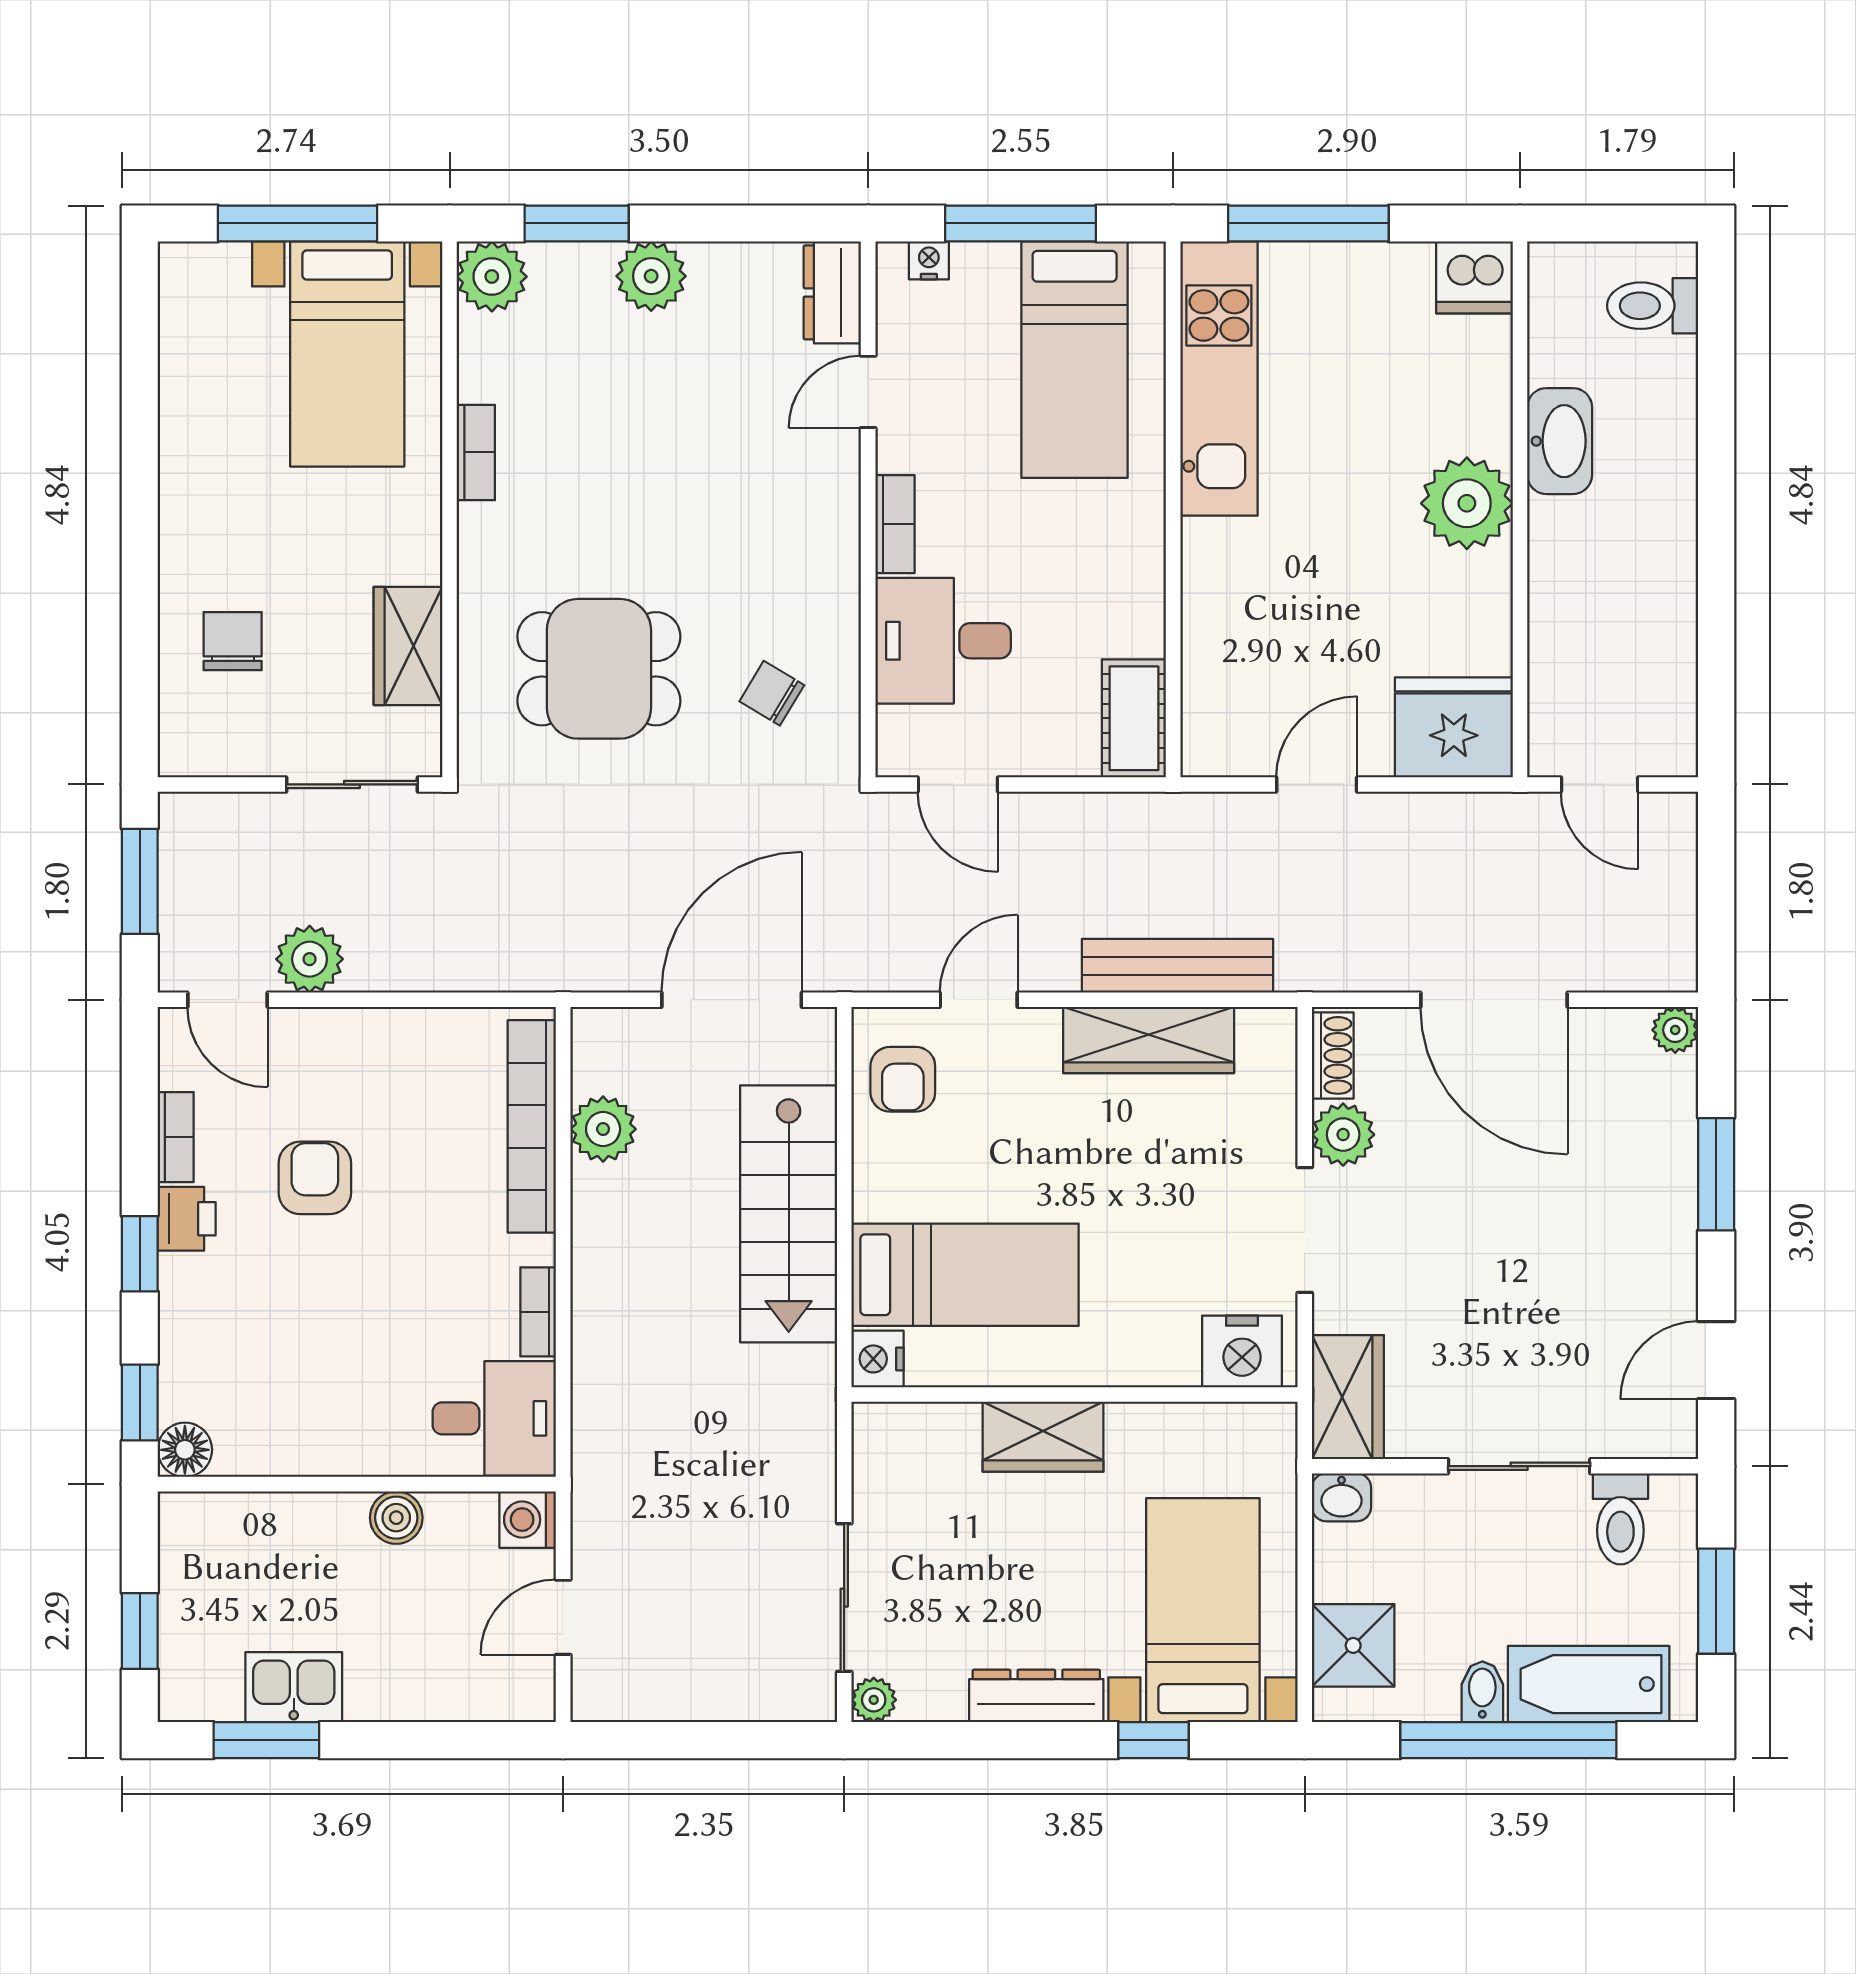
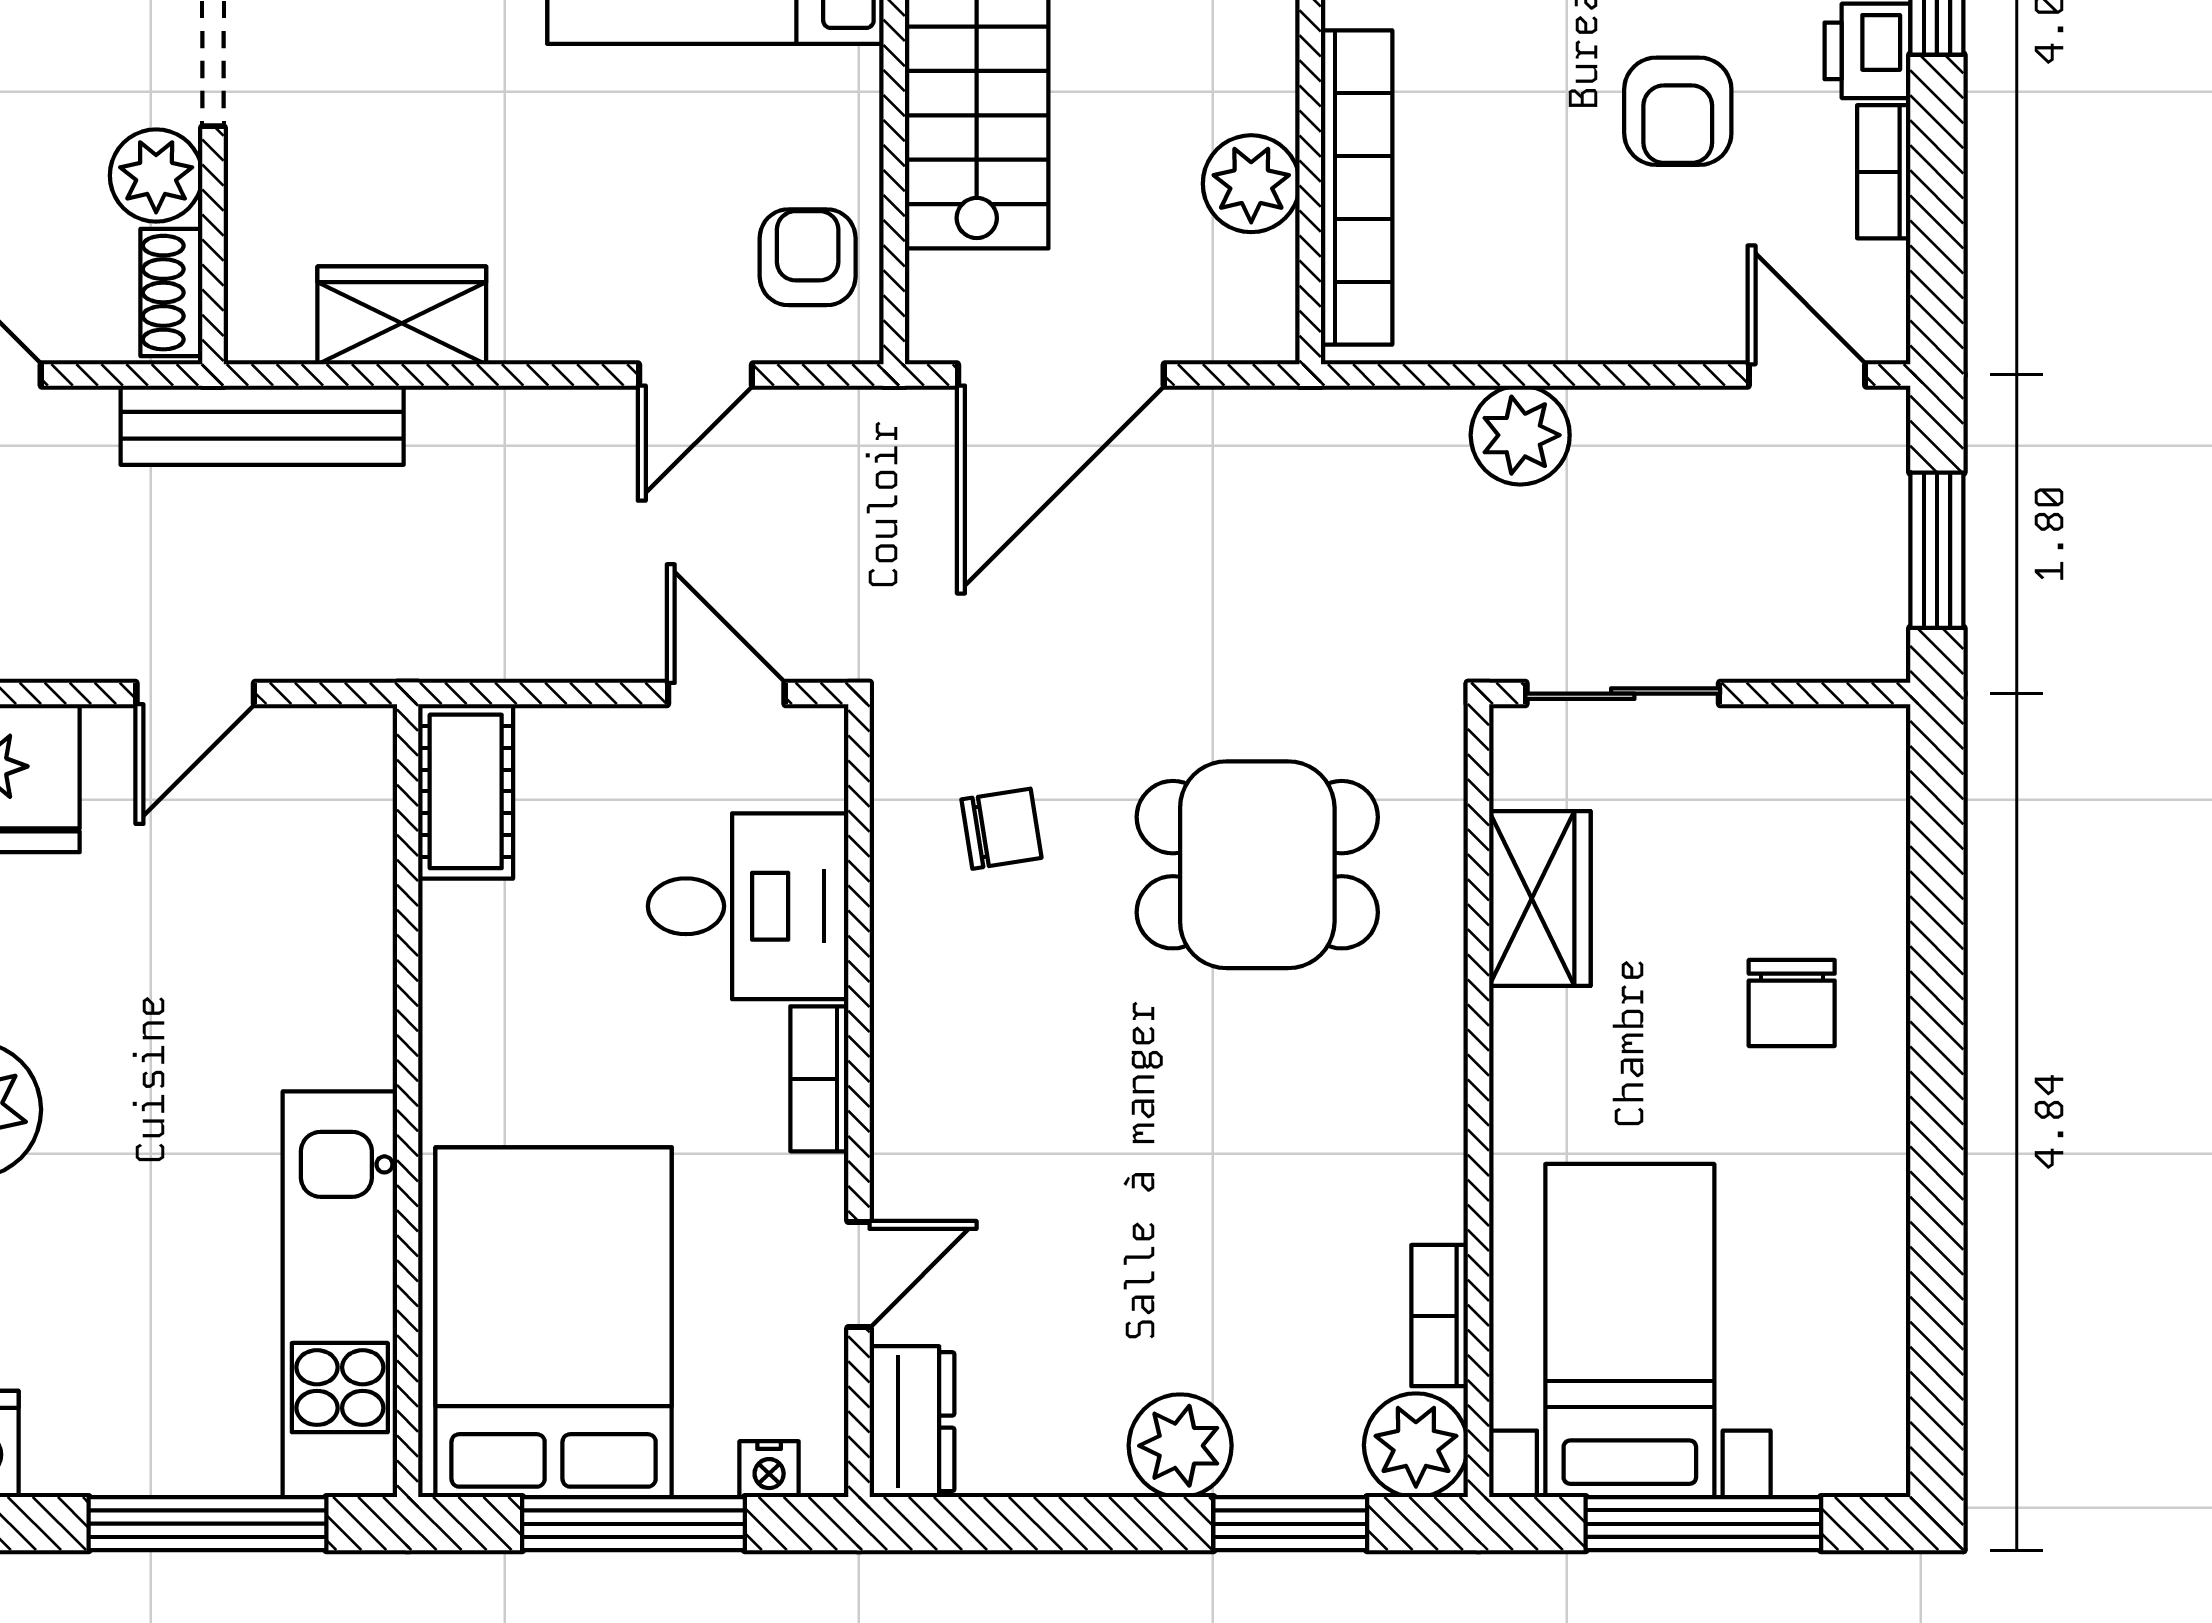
bed: (1075, 360) -> (554, 1322), width x1.50
bookcase: (476, 452) -> (1440, 1316), moved
chair: (233, 641) -> (1792, 1003), moved
chair: (772, 693) -> (1001, 829), turned -40
plant: (310, 959) -> (1520, 435), moved
bench: (1177, 966) -> (262, 425), moved
wardrobe: (1149, 1040) -> (402, 315), width x0.67

